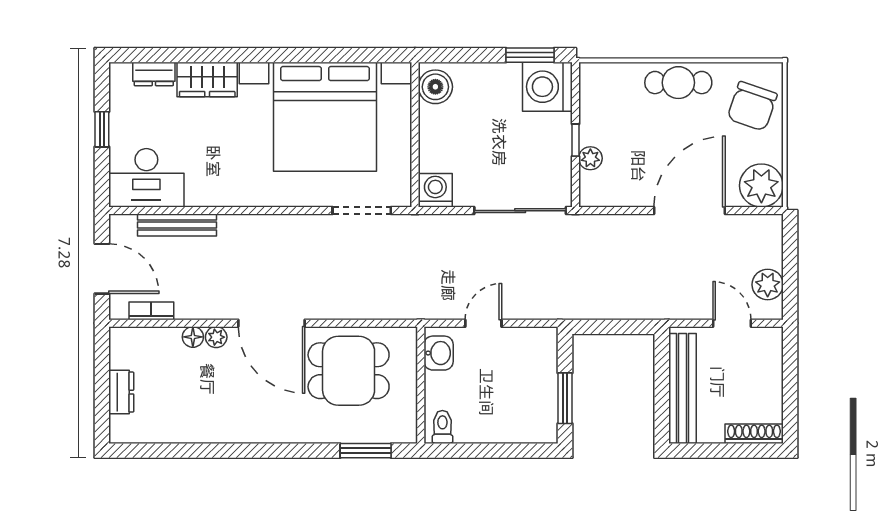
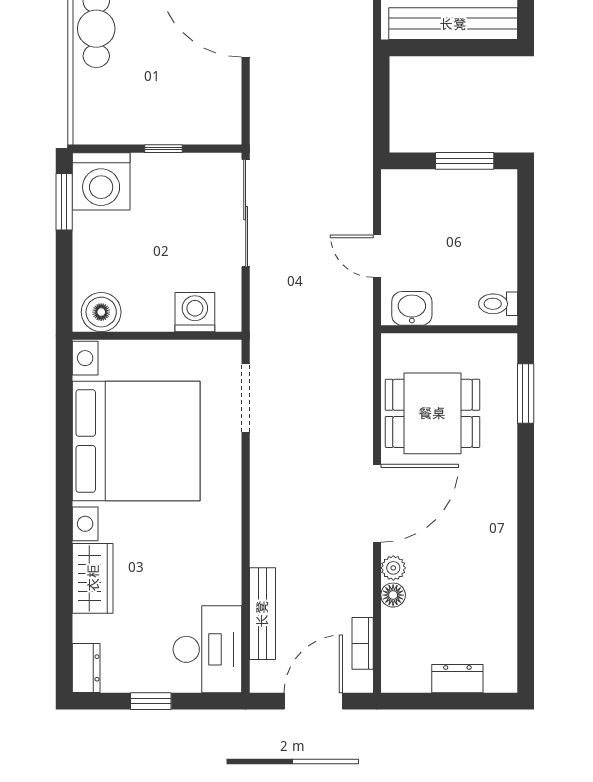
dresser: (154, 74) -> (86, 668), moved
plant: (590, 158) -> (185, 131), removed
washing machine: (435, 190) -> (195, 312), moved, turned 90
dining table: (349, 371) -> (432, 413), turned 90

